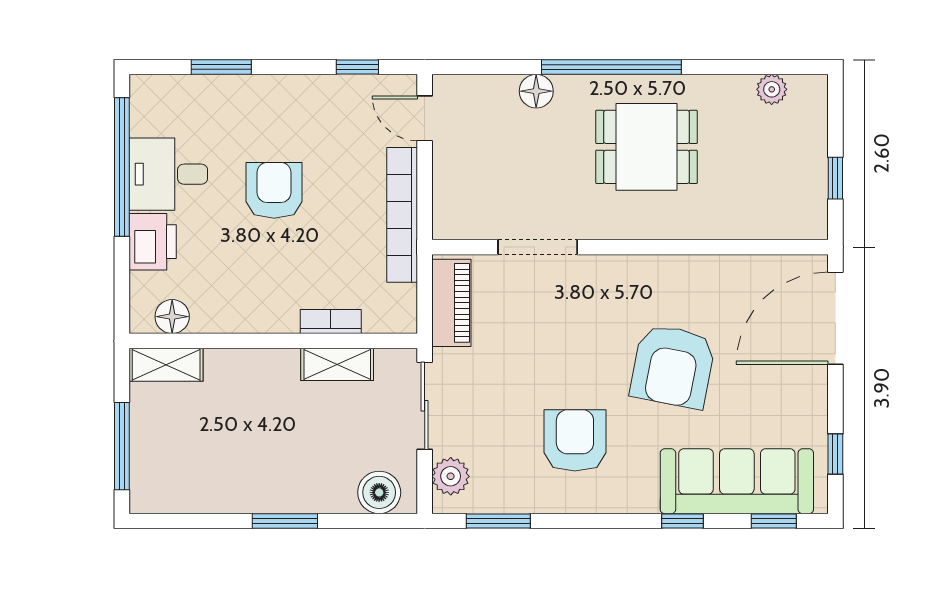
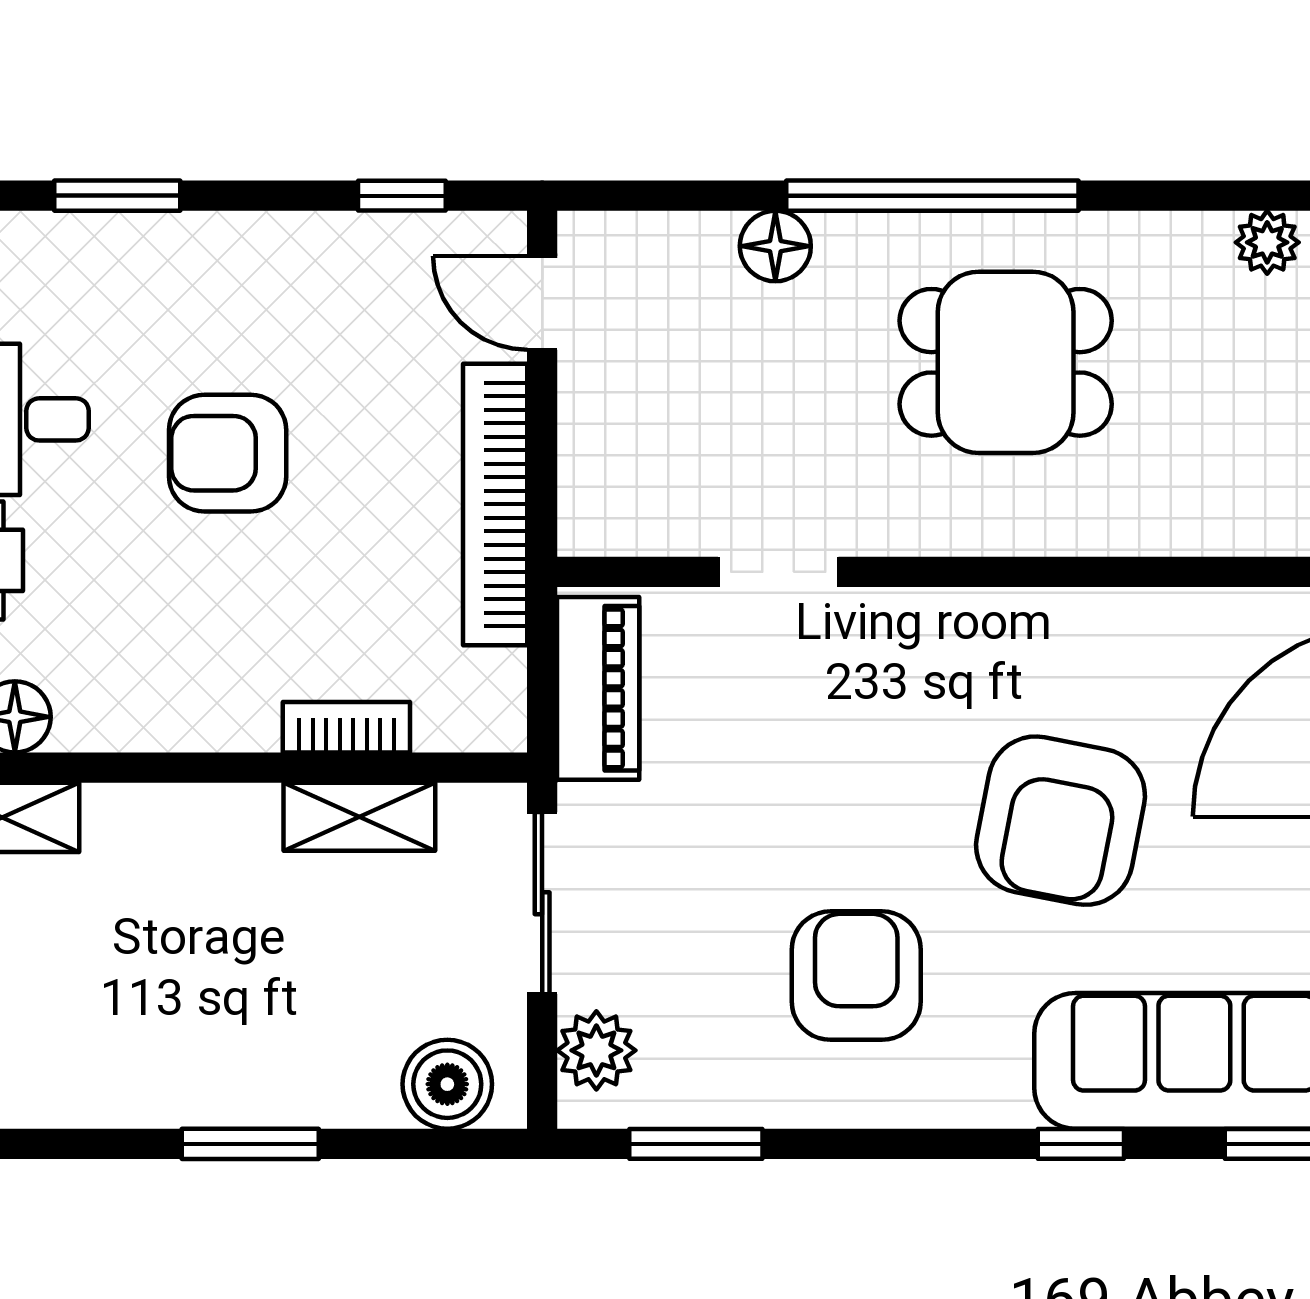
armchair: (274, 190) -> (228, 453), turned -90
doorway: (538, 247) -> (778, 572), width x0.73

